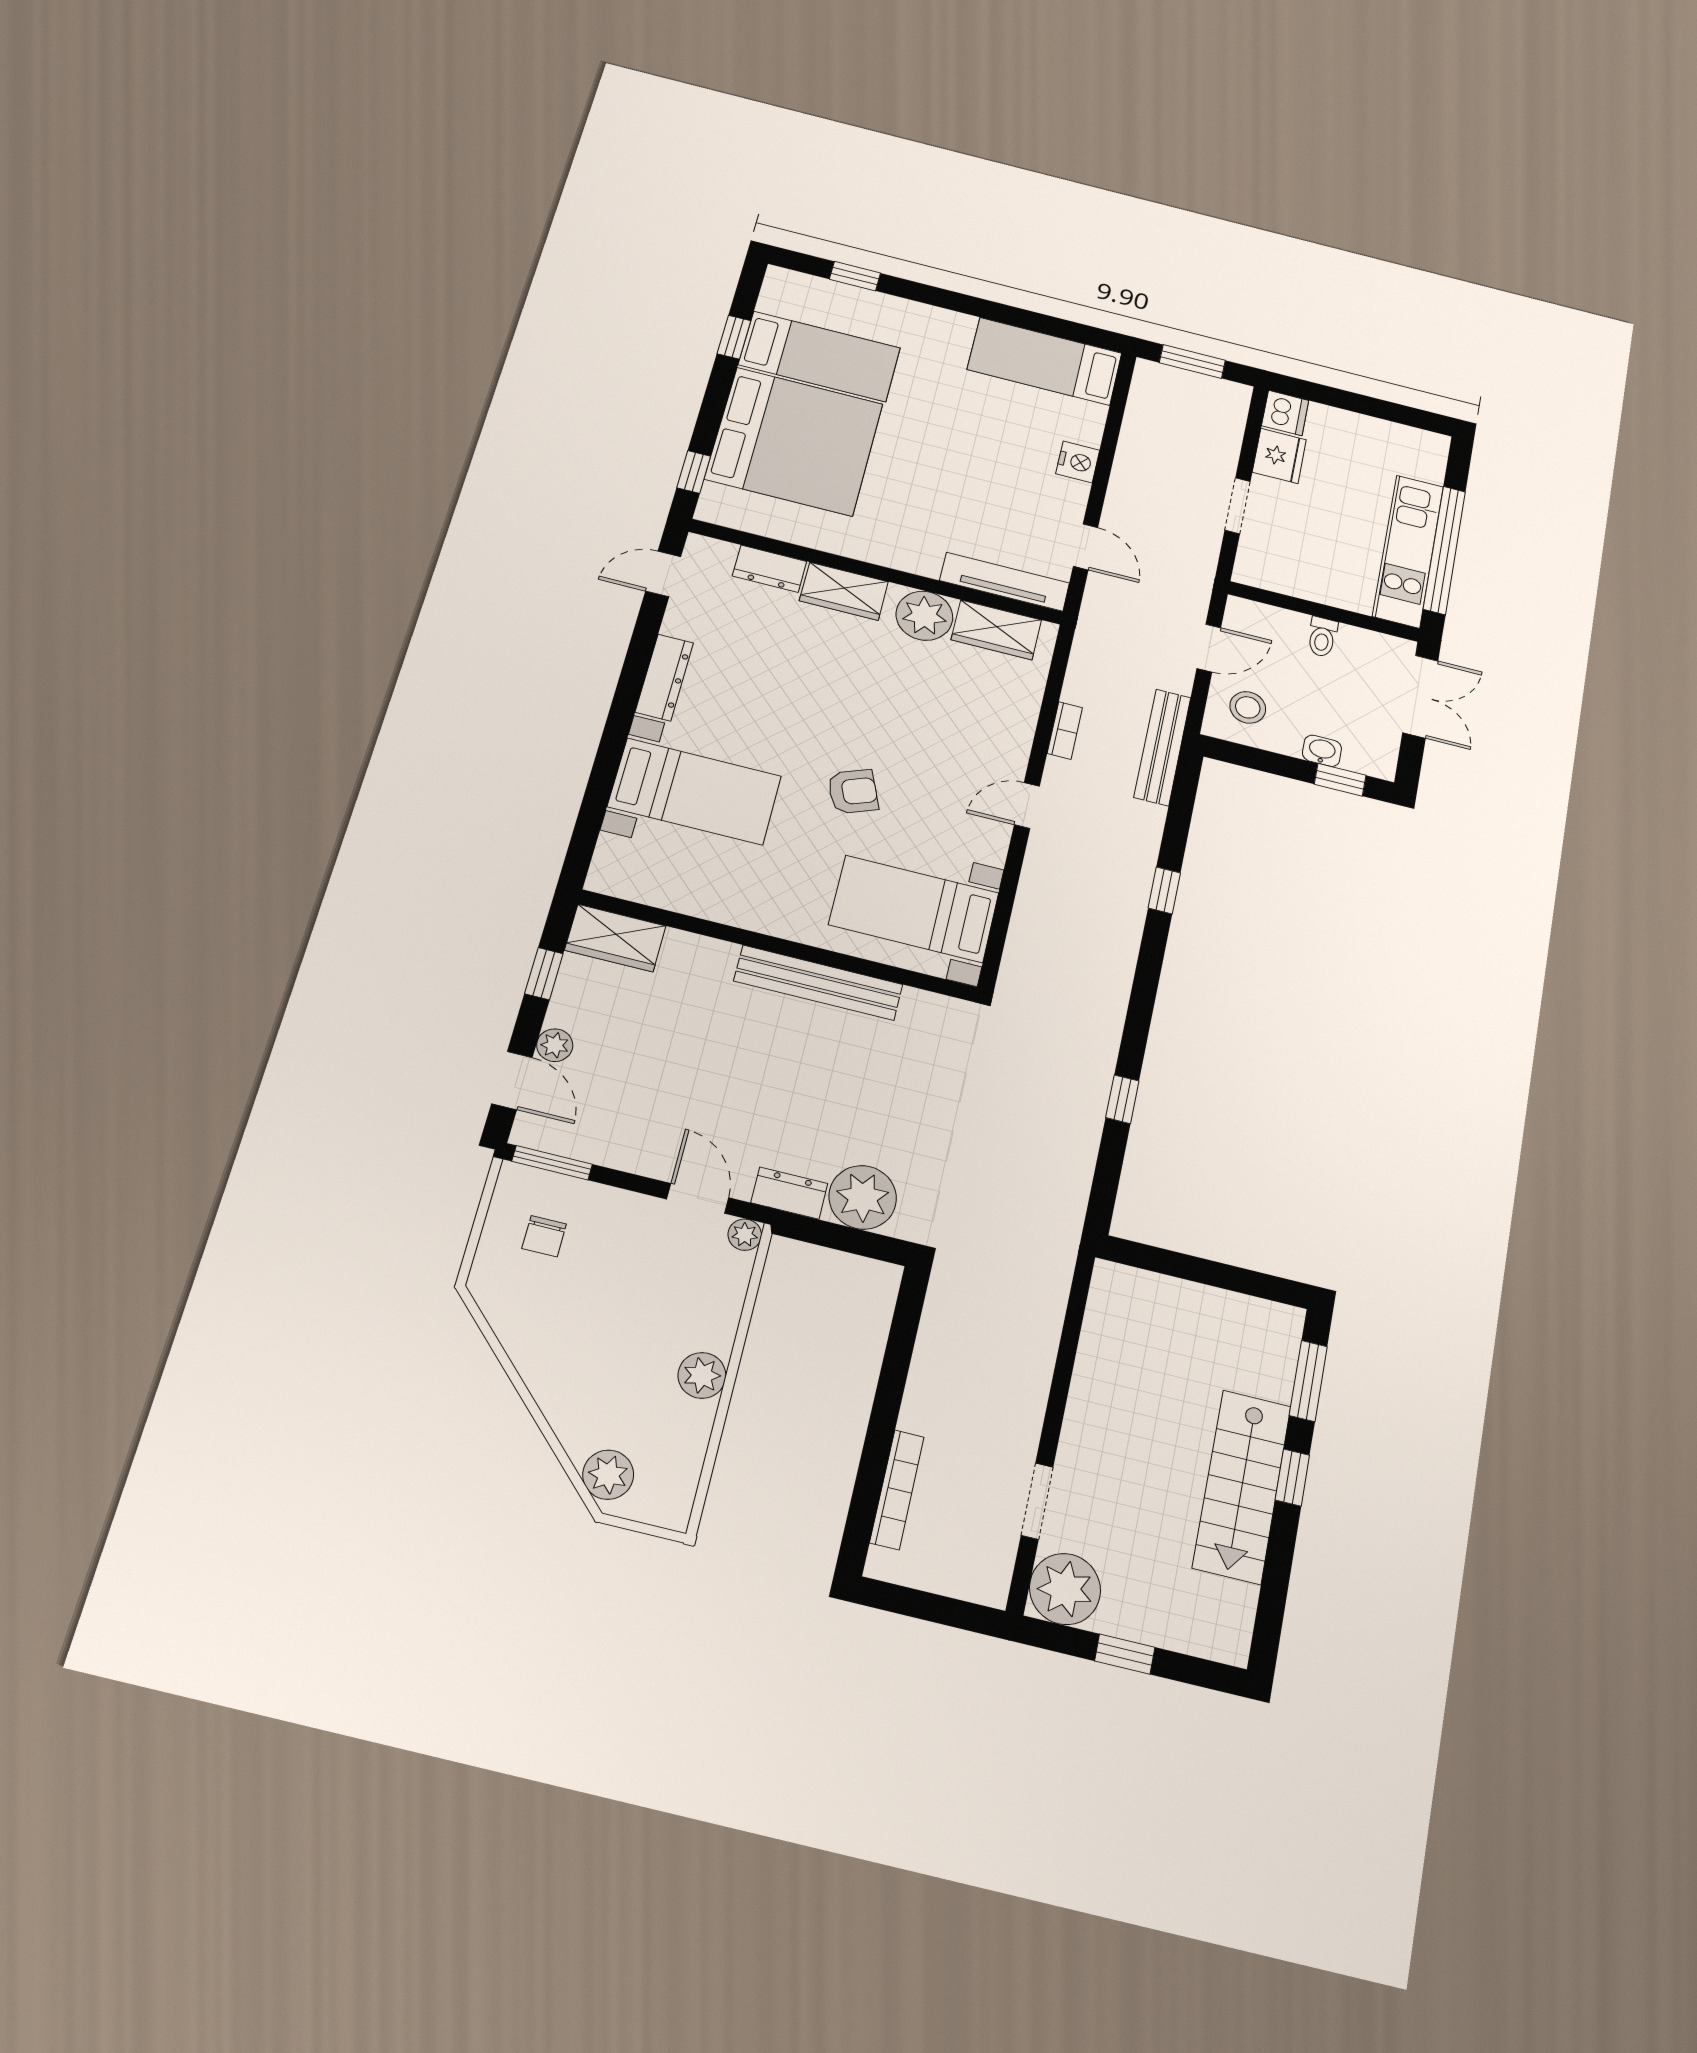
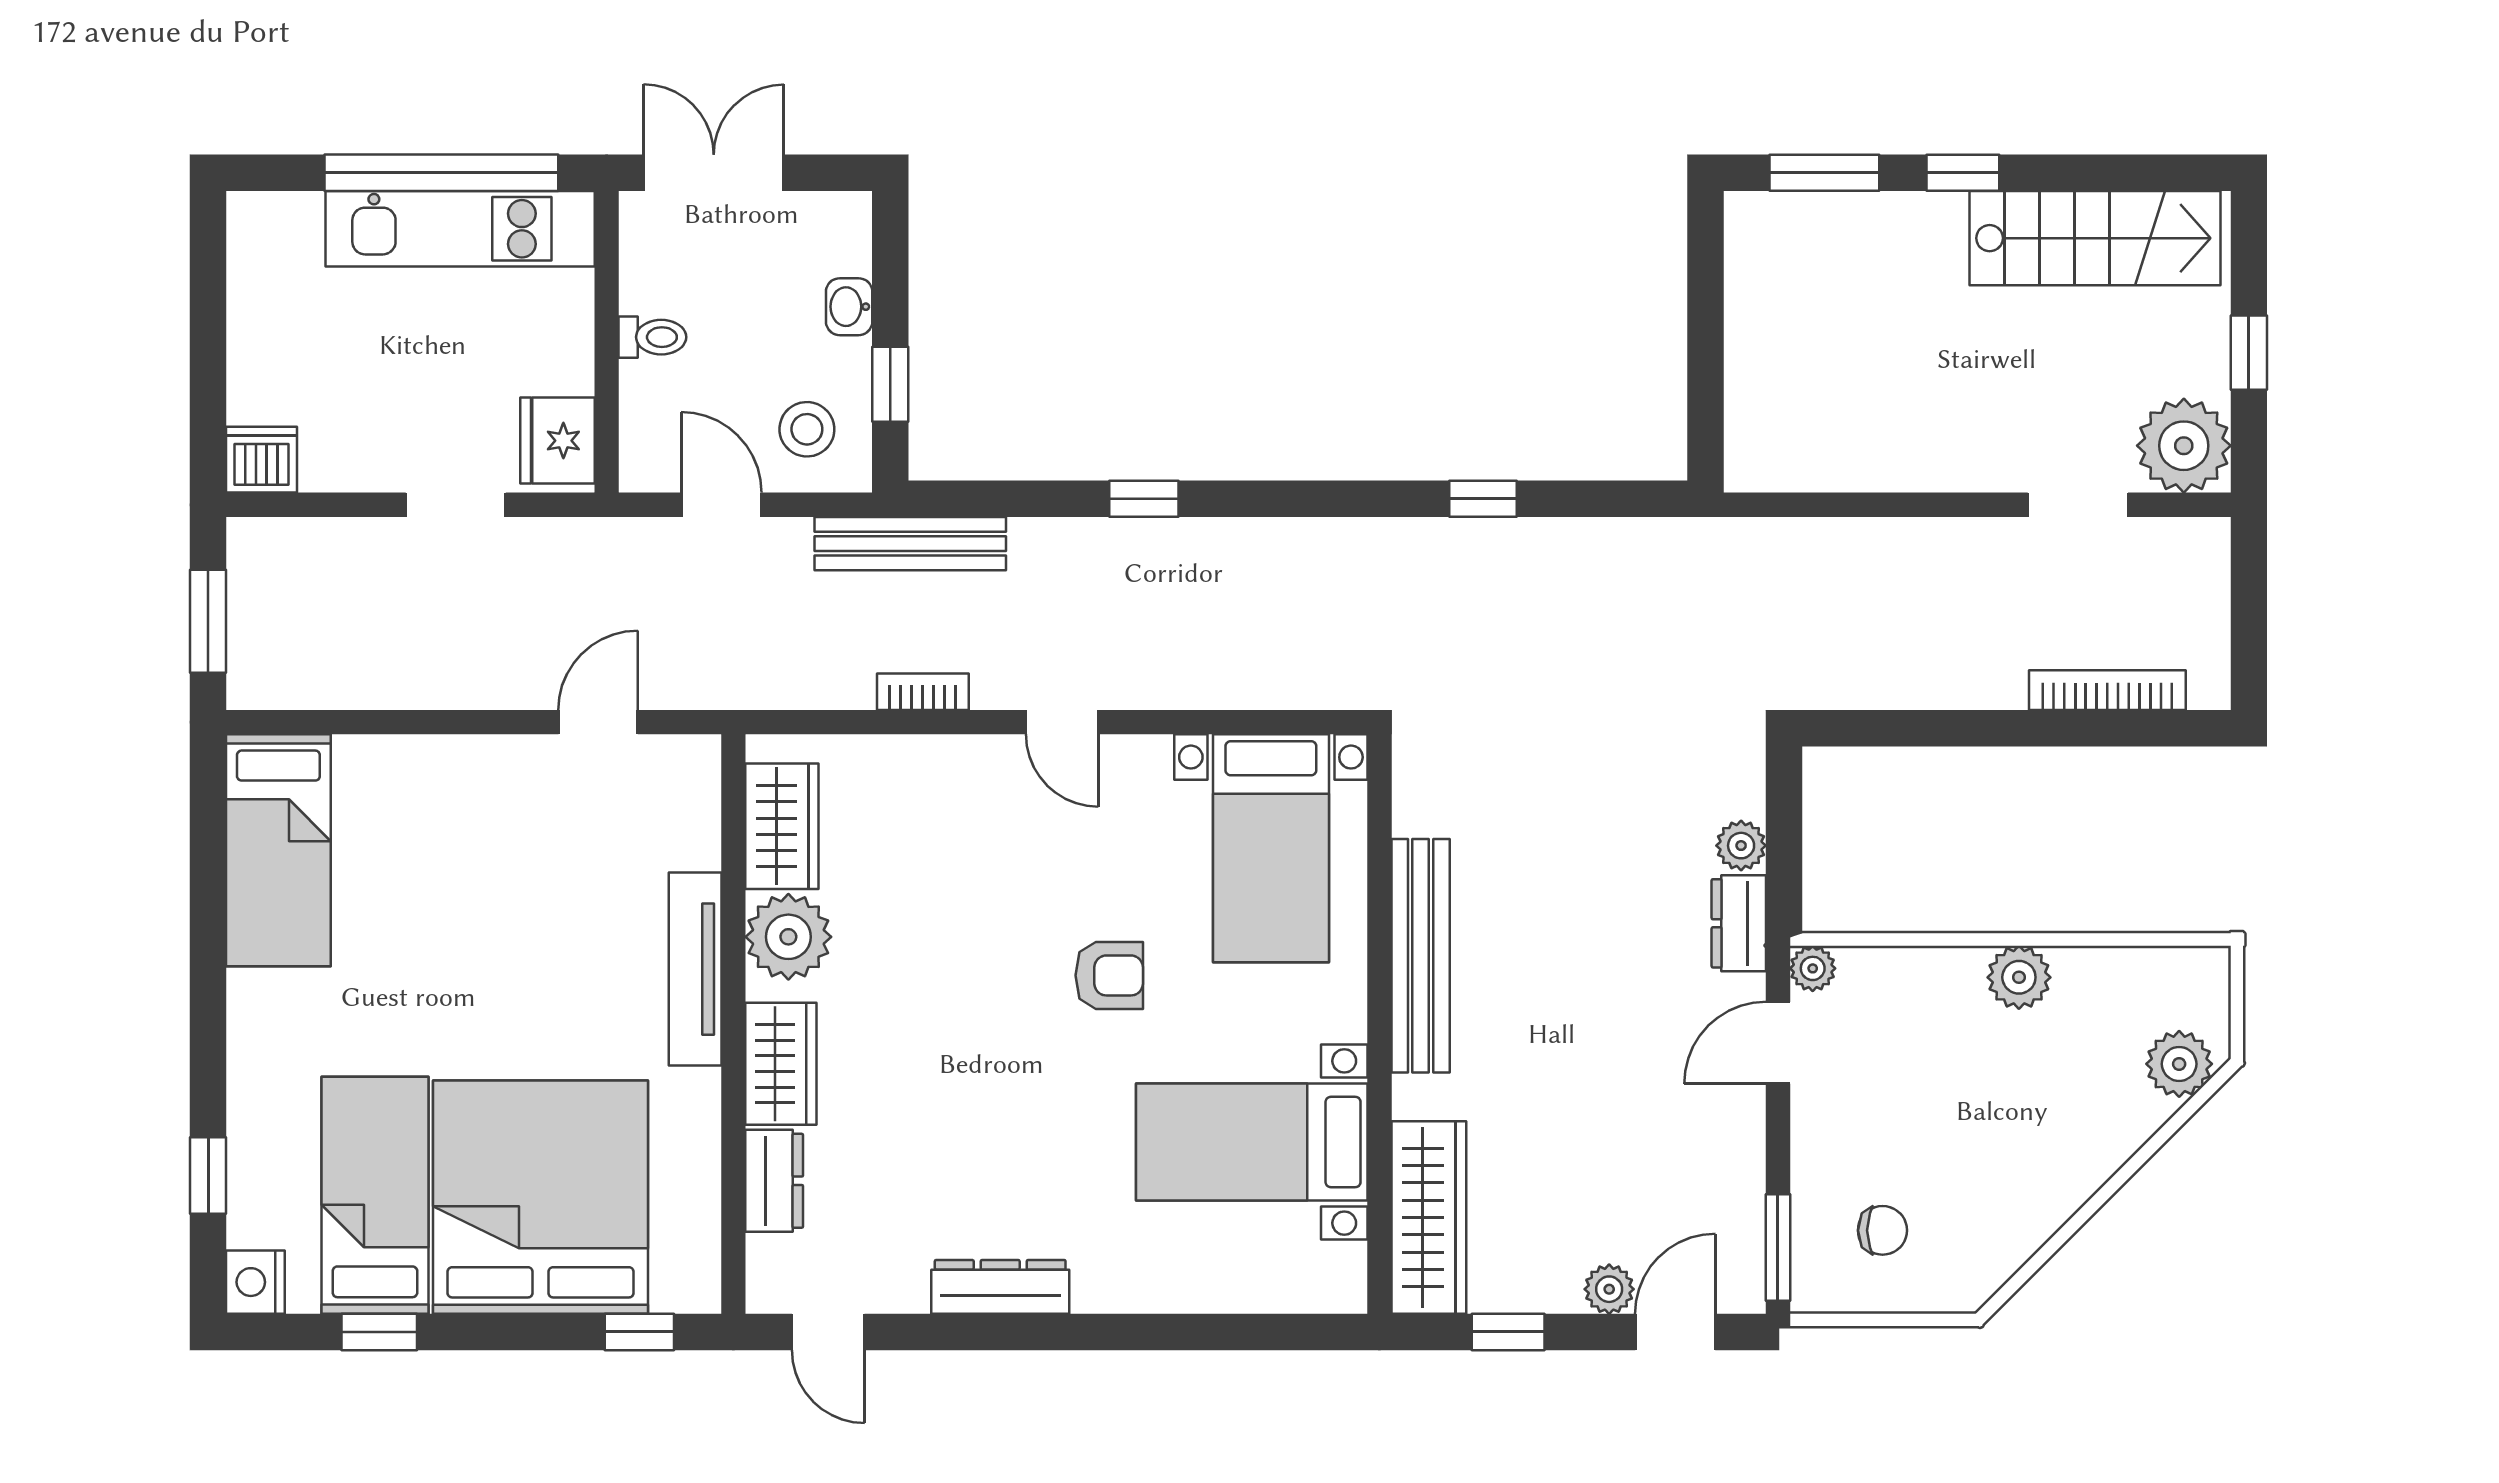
fridge: (1279, 456) -> (557, 441), moved, turned -90
nightstand: (1078, 462) -> (255, 1282), moved, turned -90
tv unit: (1005, 582) -> (695, 969), moved
window: (1340, 780) -> (890, 384), moved
bed with nightstands: (695, 791) -> (1252, 1142), moved, turned -90
armchair: (853, 792) -> (1109, 975), turned 112
wardrobe: (615, 938) -> (1429, 1217), width x1.50
plant: (863, 1197) -> (1741, 846), width x0.53, depth x0.53
stairs: (1242, 1486) -> (2095, 238), moved

